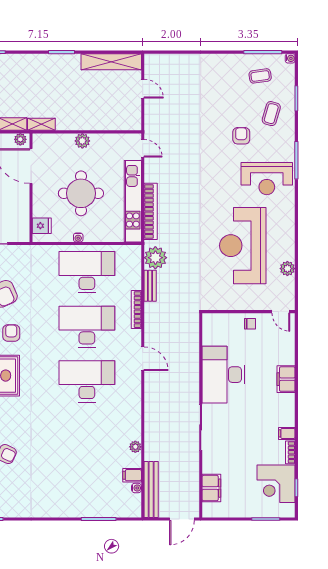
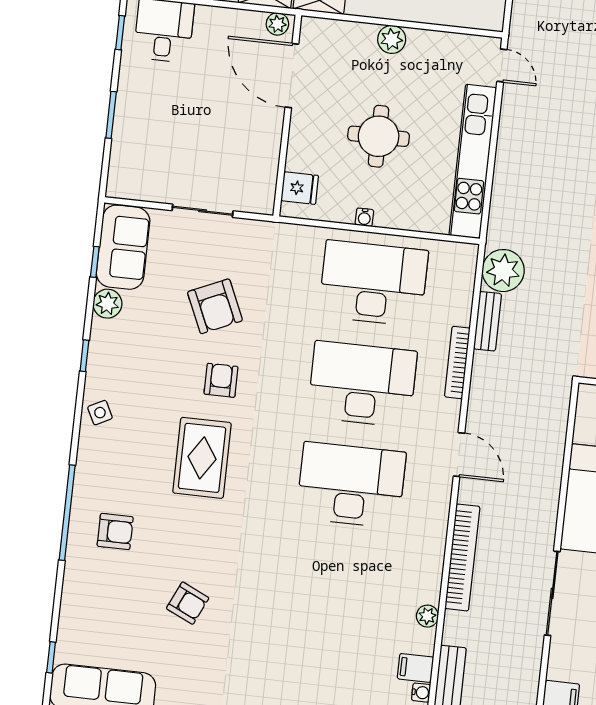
round table: (81, 193) -> (379, 136), width x0.73, depth x0.73
bookcase: (151, 211) -> (462, 557), moved

